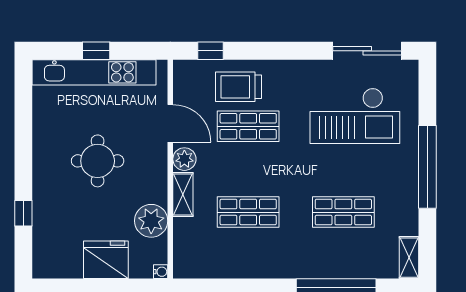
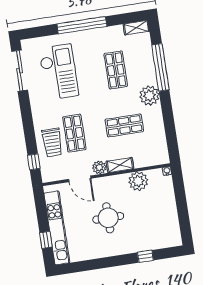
window: (96, 51) -> (46, 240), moved
door: (170, 123) -> (80, 179), swing flipped
shop shelf: (248, 212) -> (124, 125), turned 90
fridge: (106, 260) -> (165, 204), removed
plant: (292, 262) -> (149, 96), added

